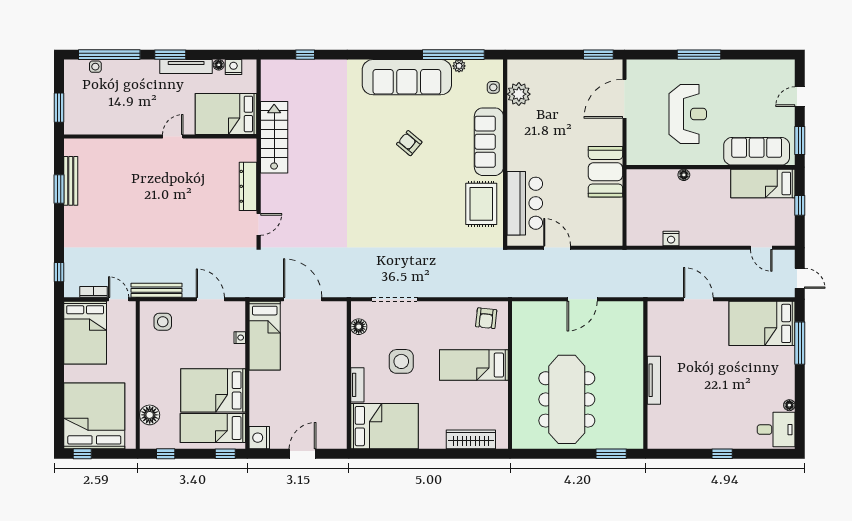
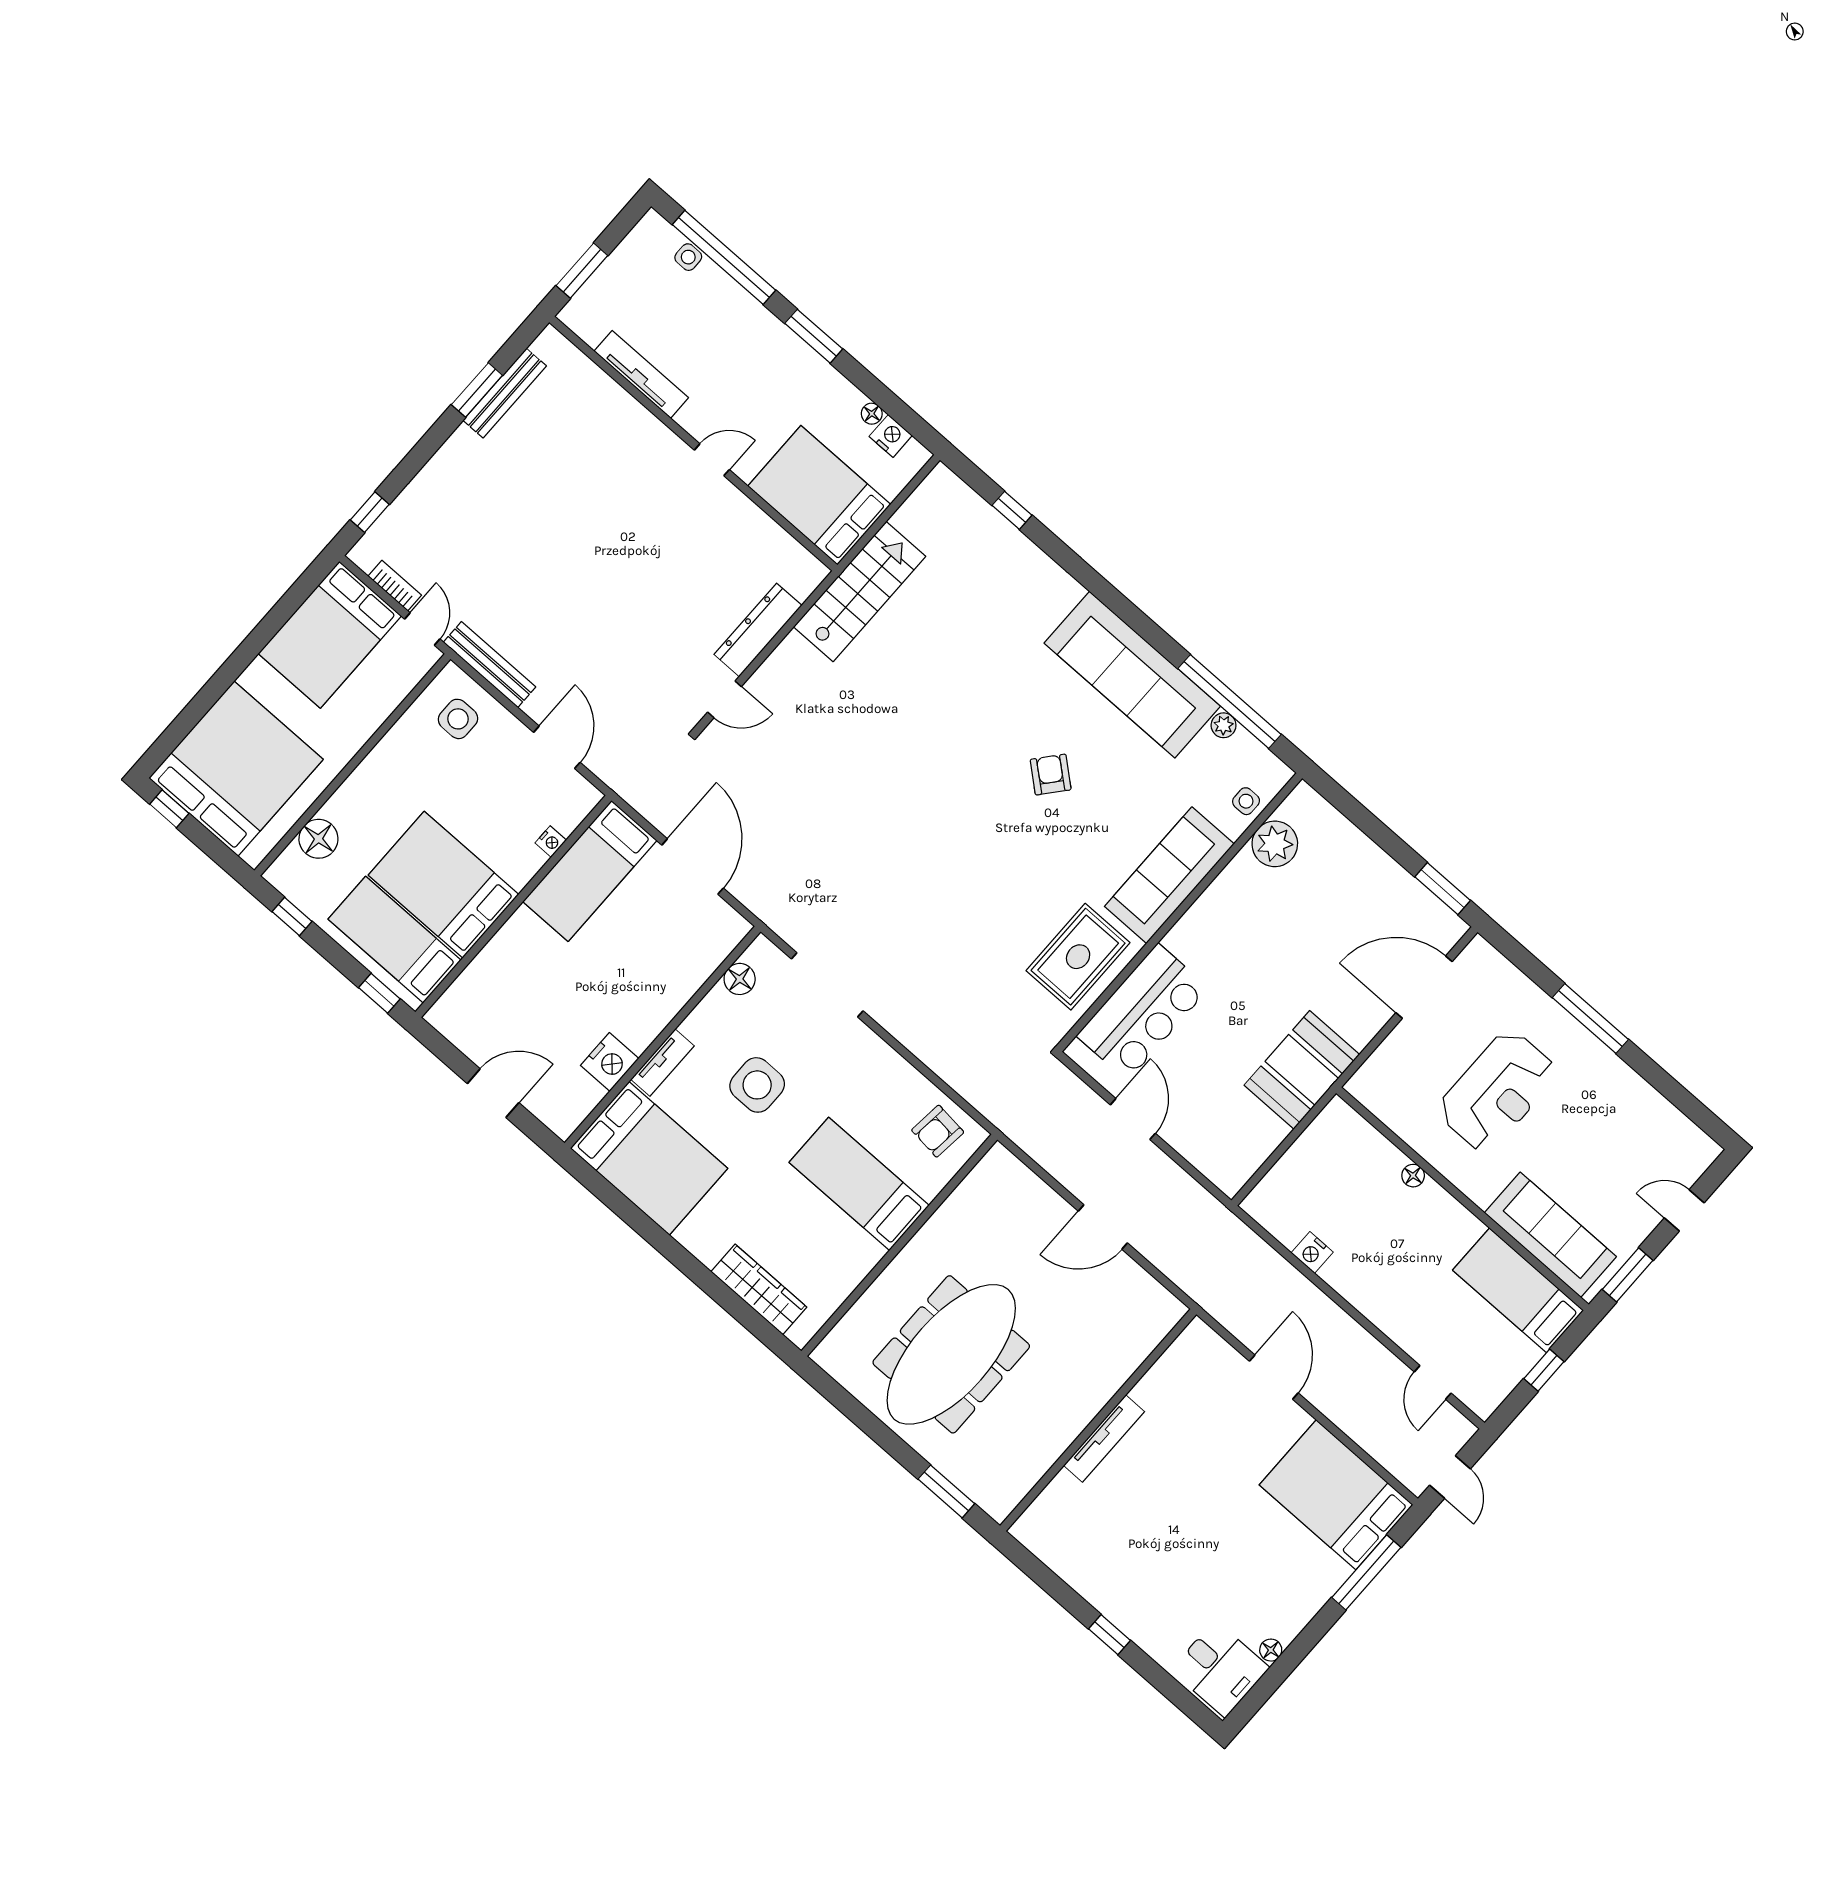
tv unit: (186, 67) -> (641, 374), moved, turned 180
nightstand: (259, 438) -> (610, 1062), moved, turned 180

